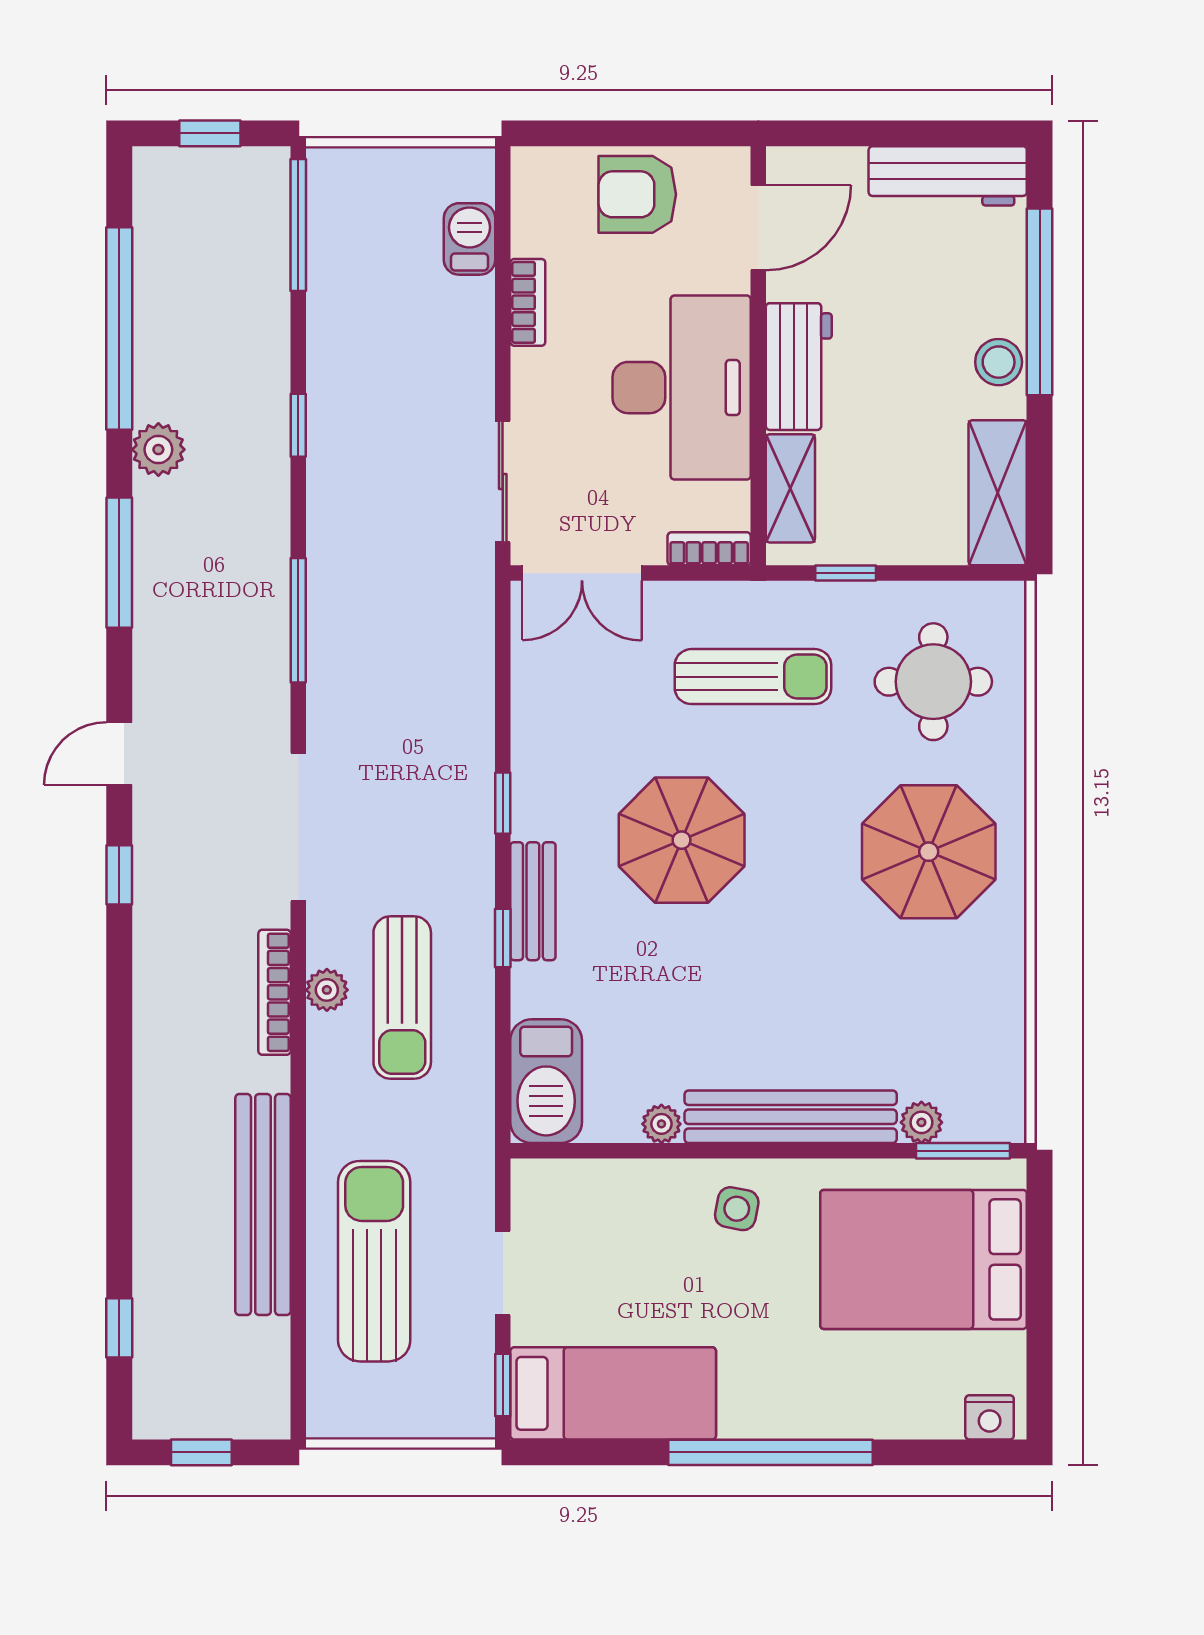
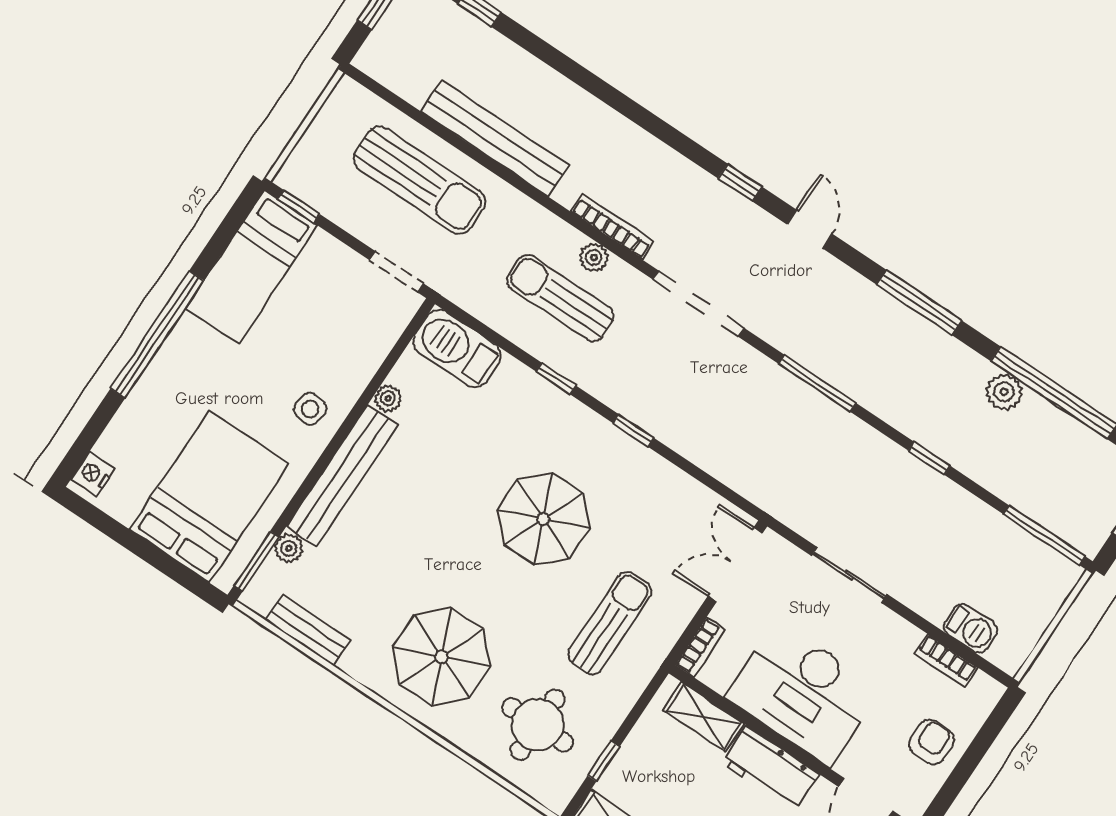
armchair: (637, 194) -> (932, 742), width x0.72, depth x0.72
bookcase: (528, 302) -> (946, 661), moved
plant: (158, 450) -> (1004, 392), moved
sliding door: (503, 481) -> (849, 575), moved
window: (846, 573) -> (604, 761), moved
sun lounger: (753, 677) -> (610, 623), turned 180
bench: (533, 901) -> (308, 630), moved
doorway: (503, 1273) -> (397, 272), moved

